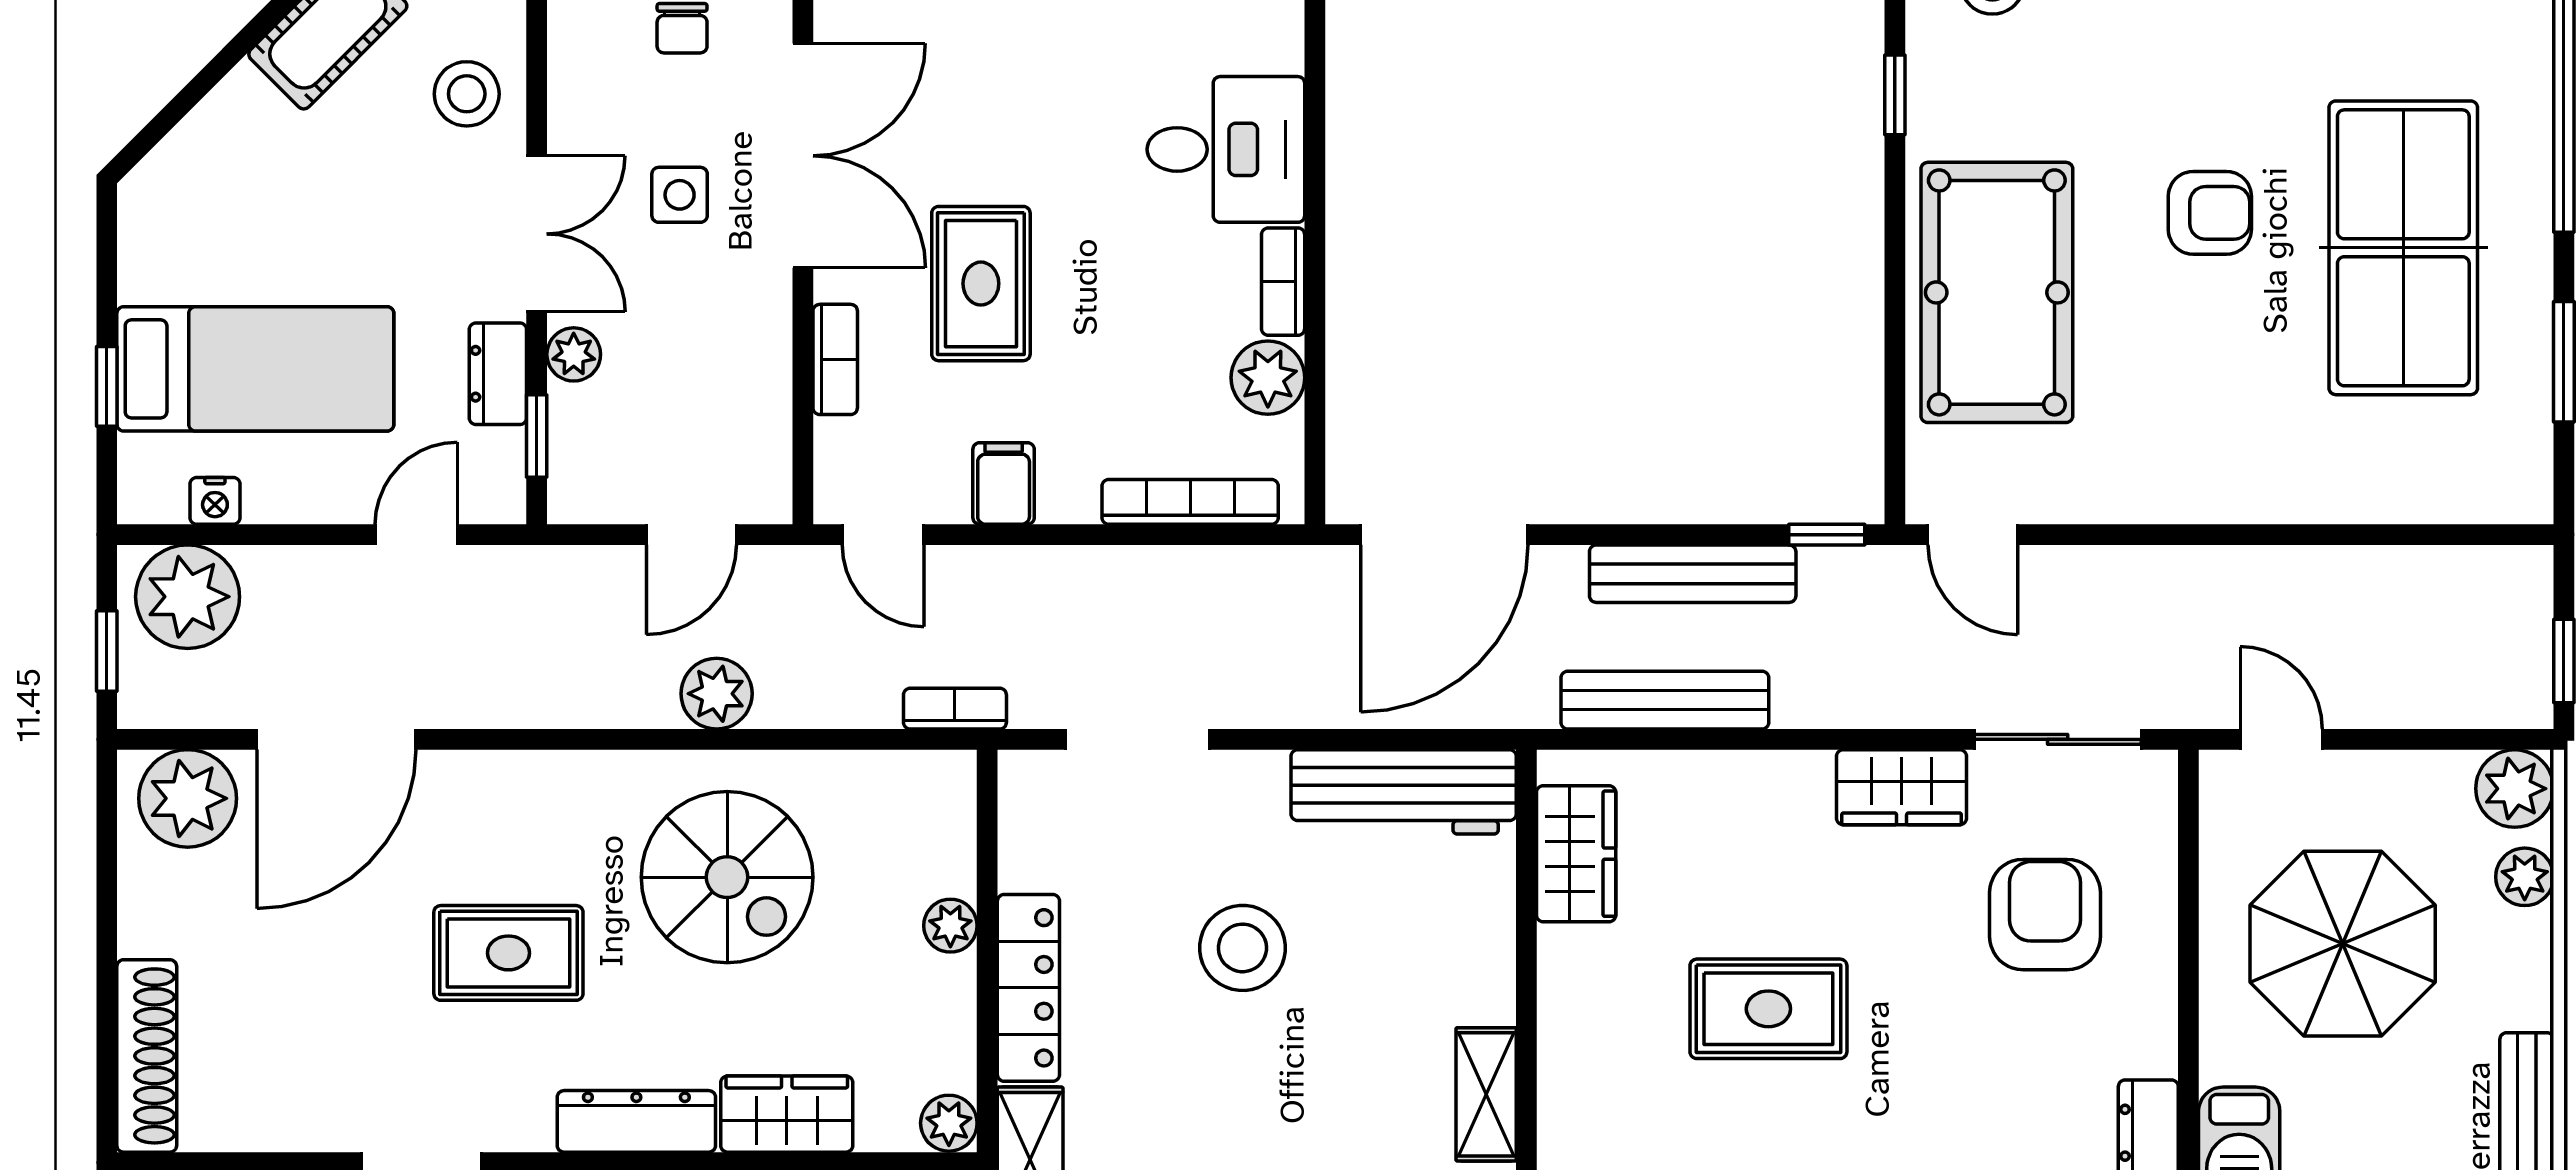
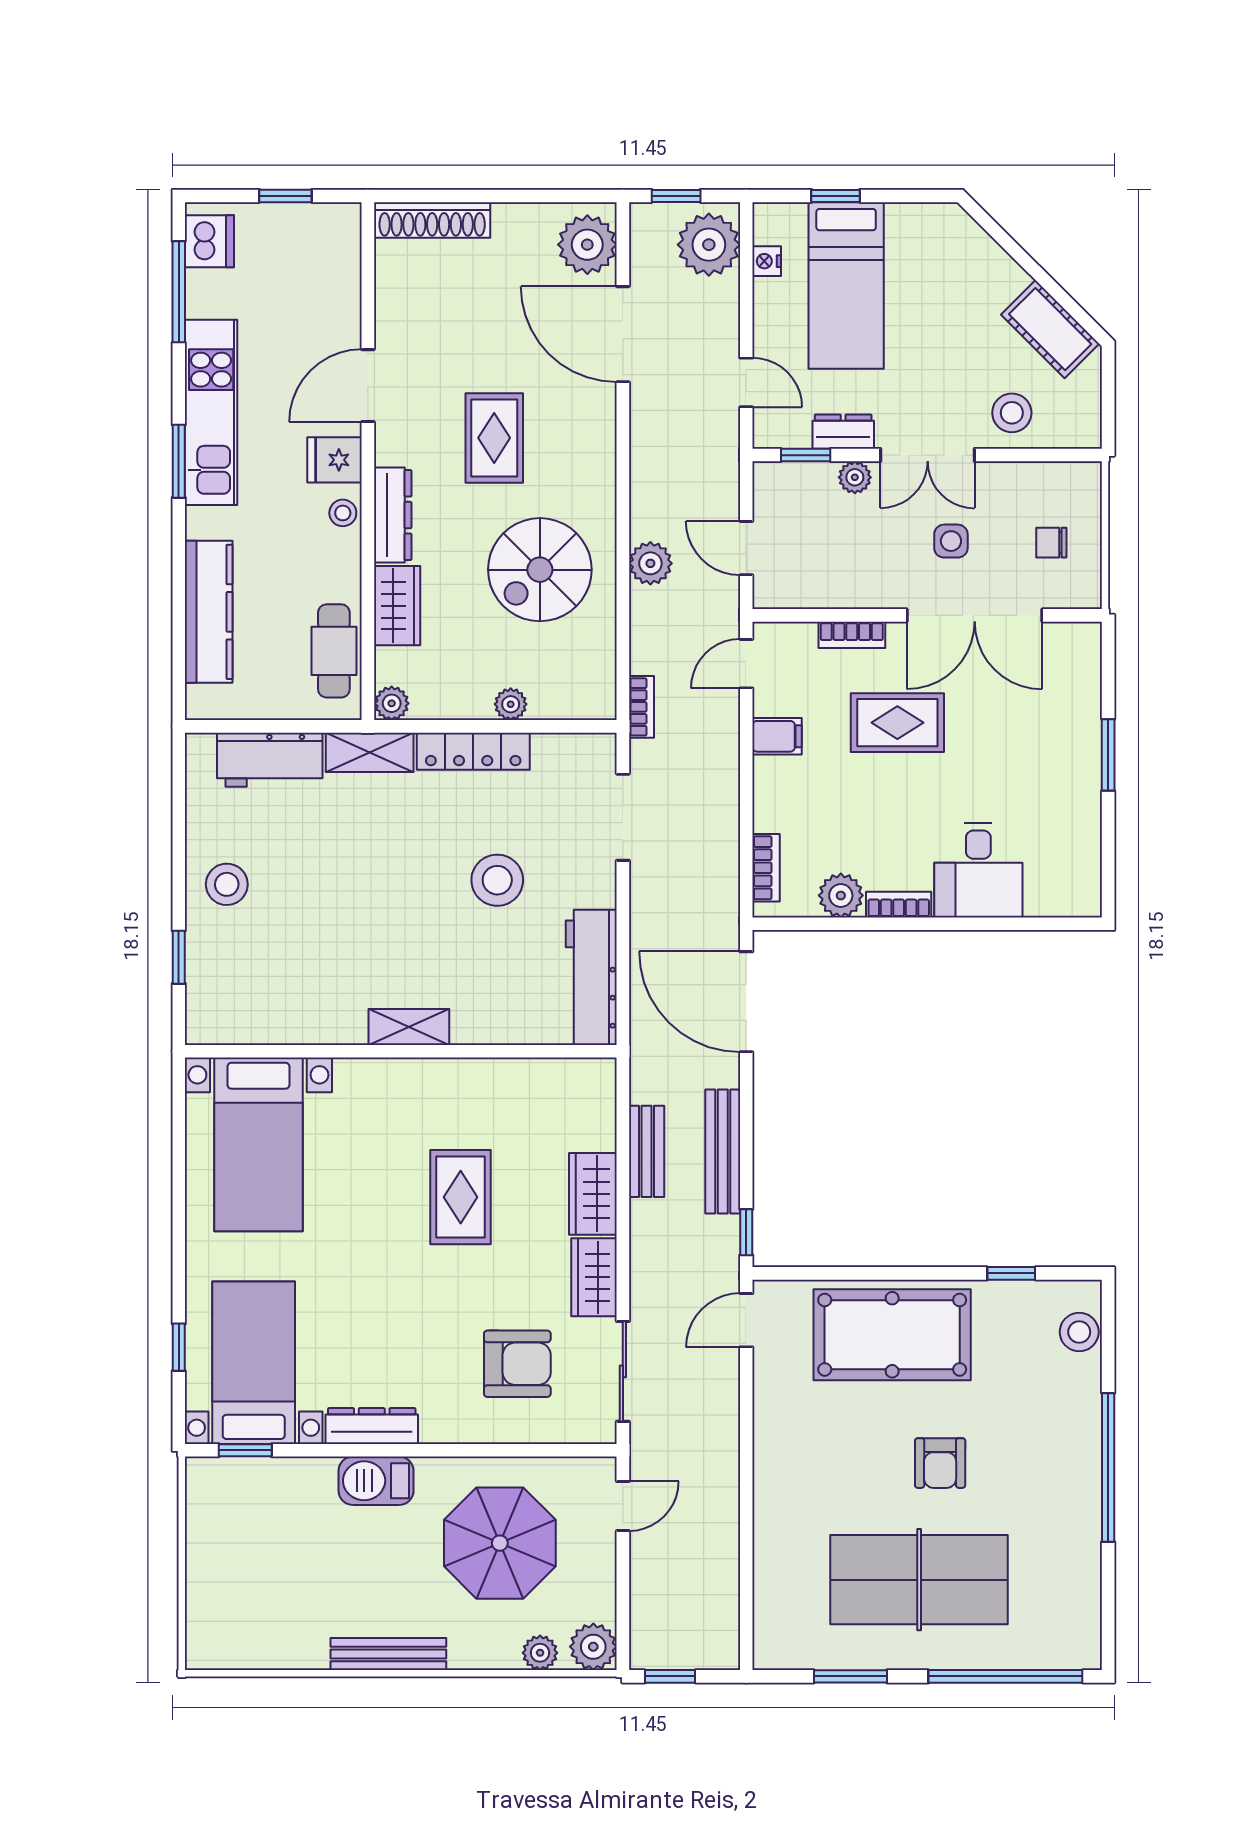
bookcase: (1190, 502) -> (766, 868), width x0.64
bench: (1665, 700) -> (647, 1151), width x0.73
wardrobe: (1576, 854) -> (593, 1194), moved, turned 90

